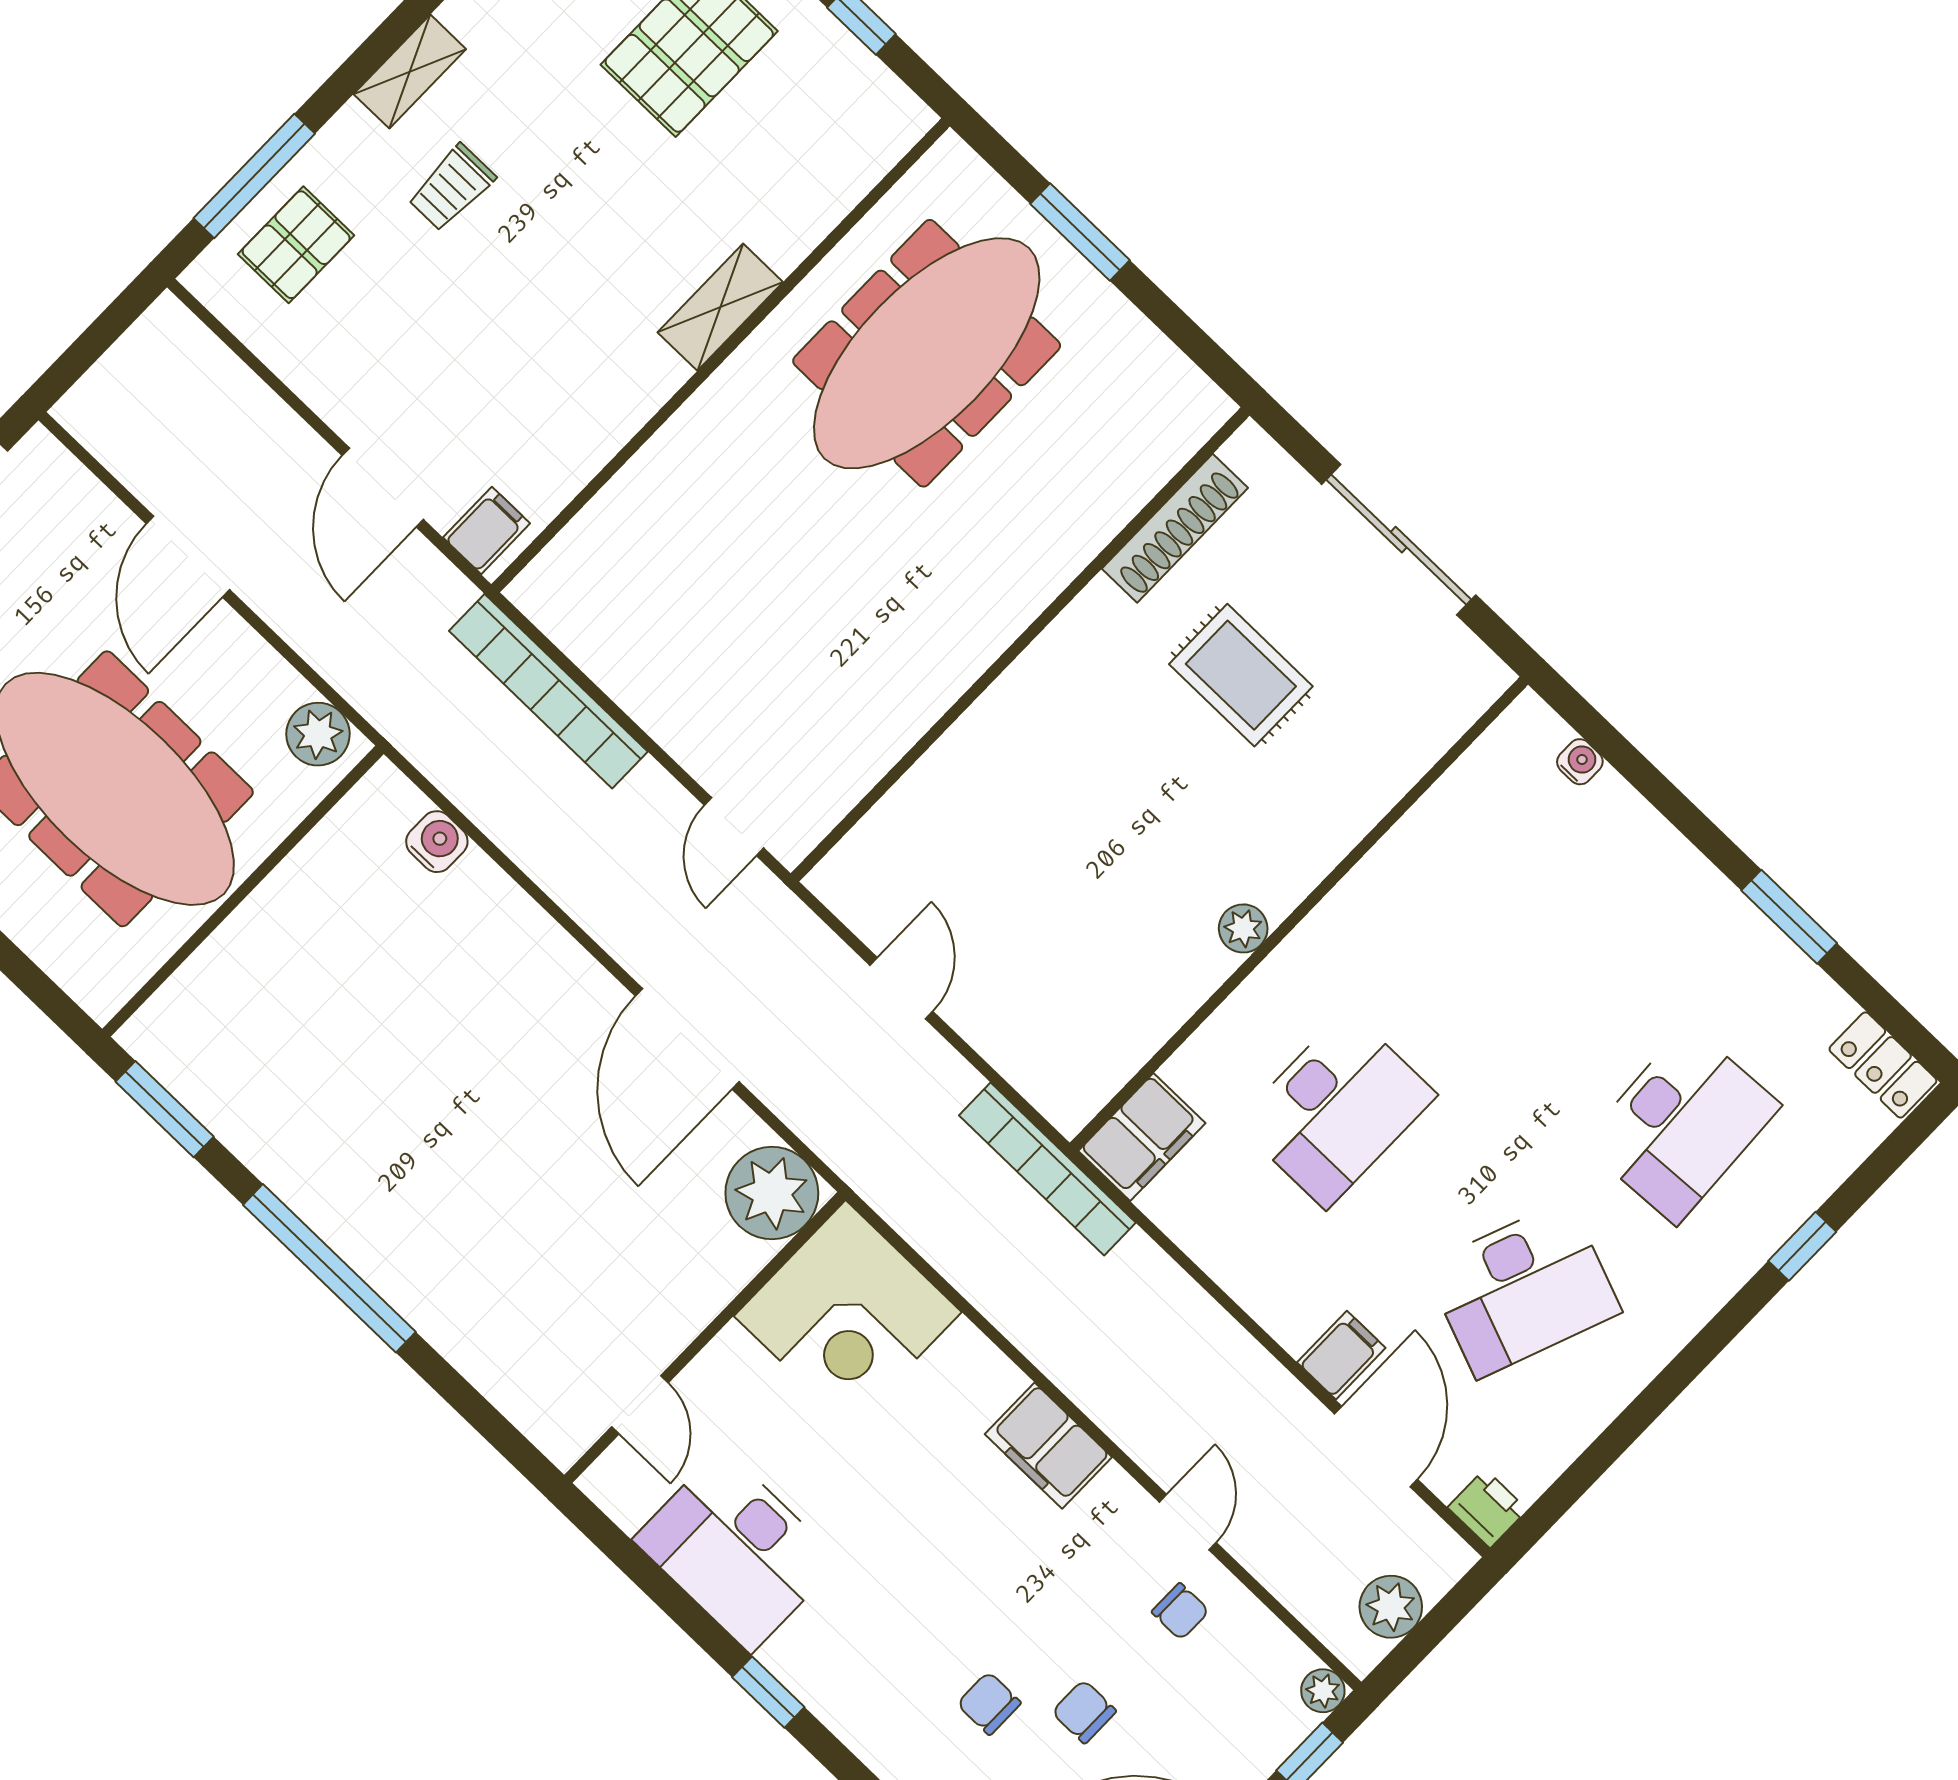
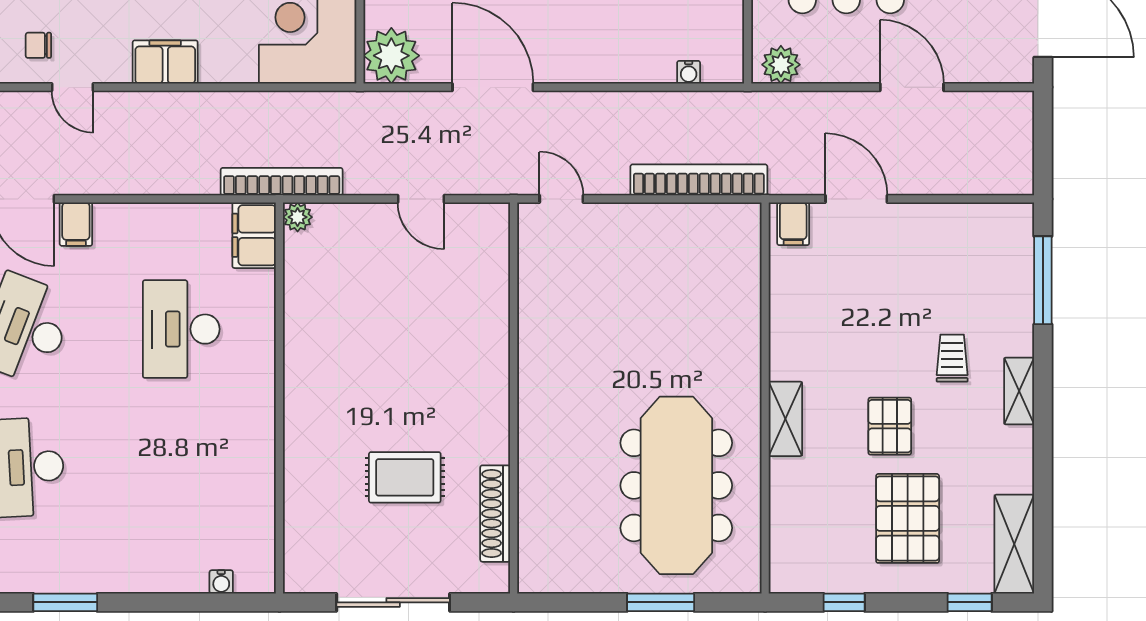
pallet: (296, 245) -> (890, 426), moved
water cooler: (437, 842) -> (689, 72), width x0.72, depth x0.72
plant: (1243, 928) -> (298, 217), moved

